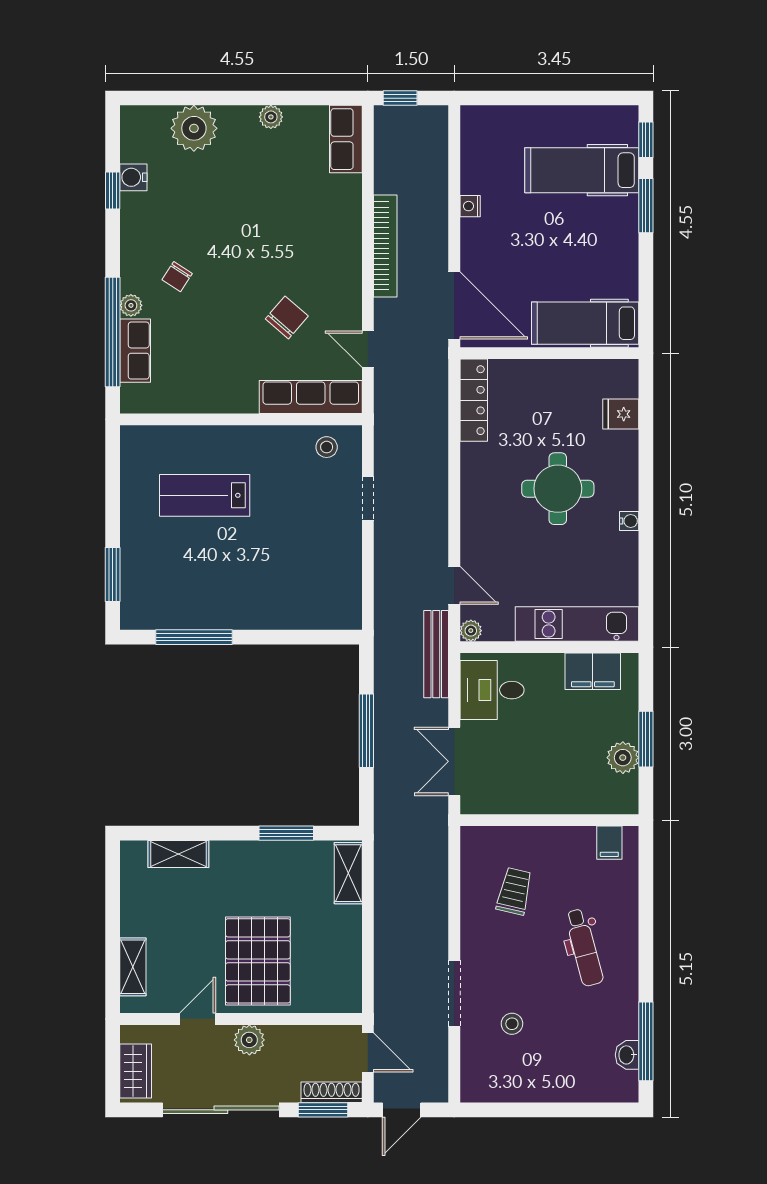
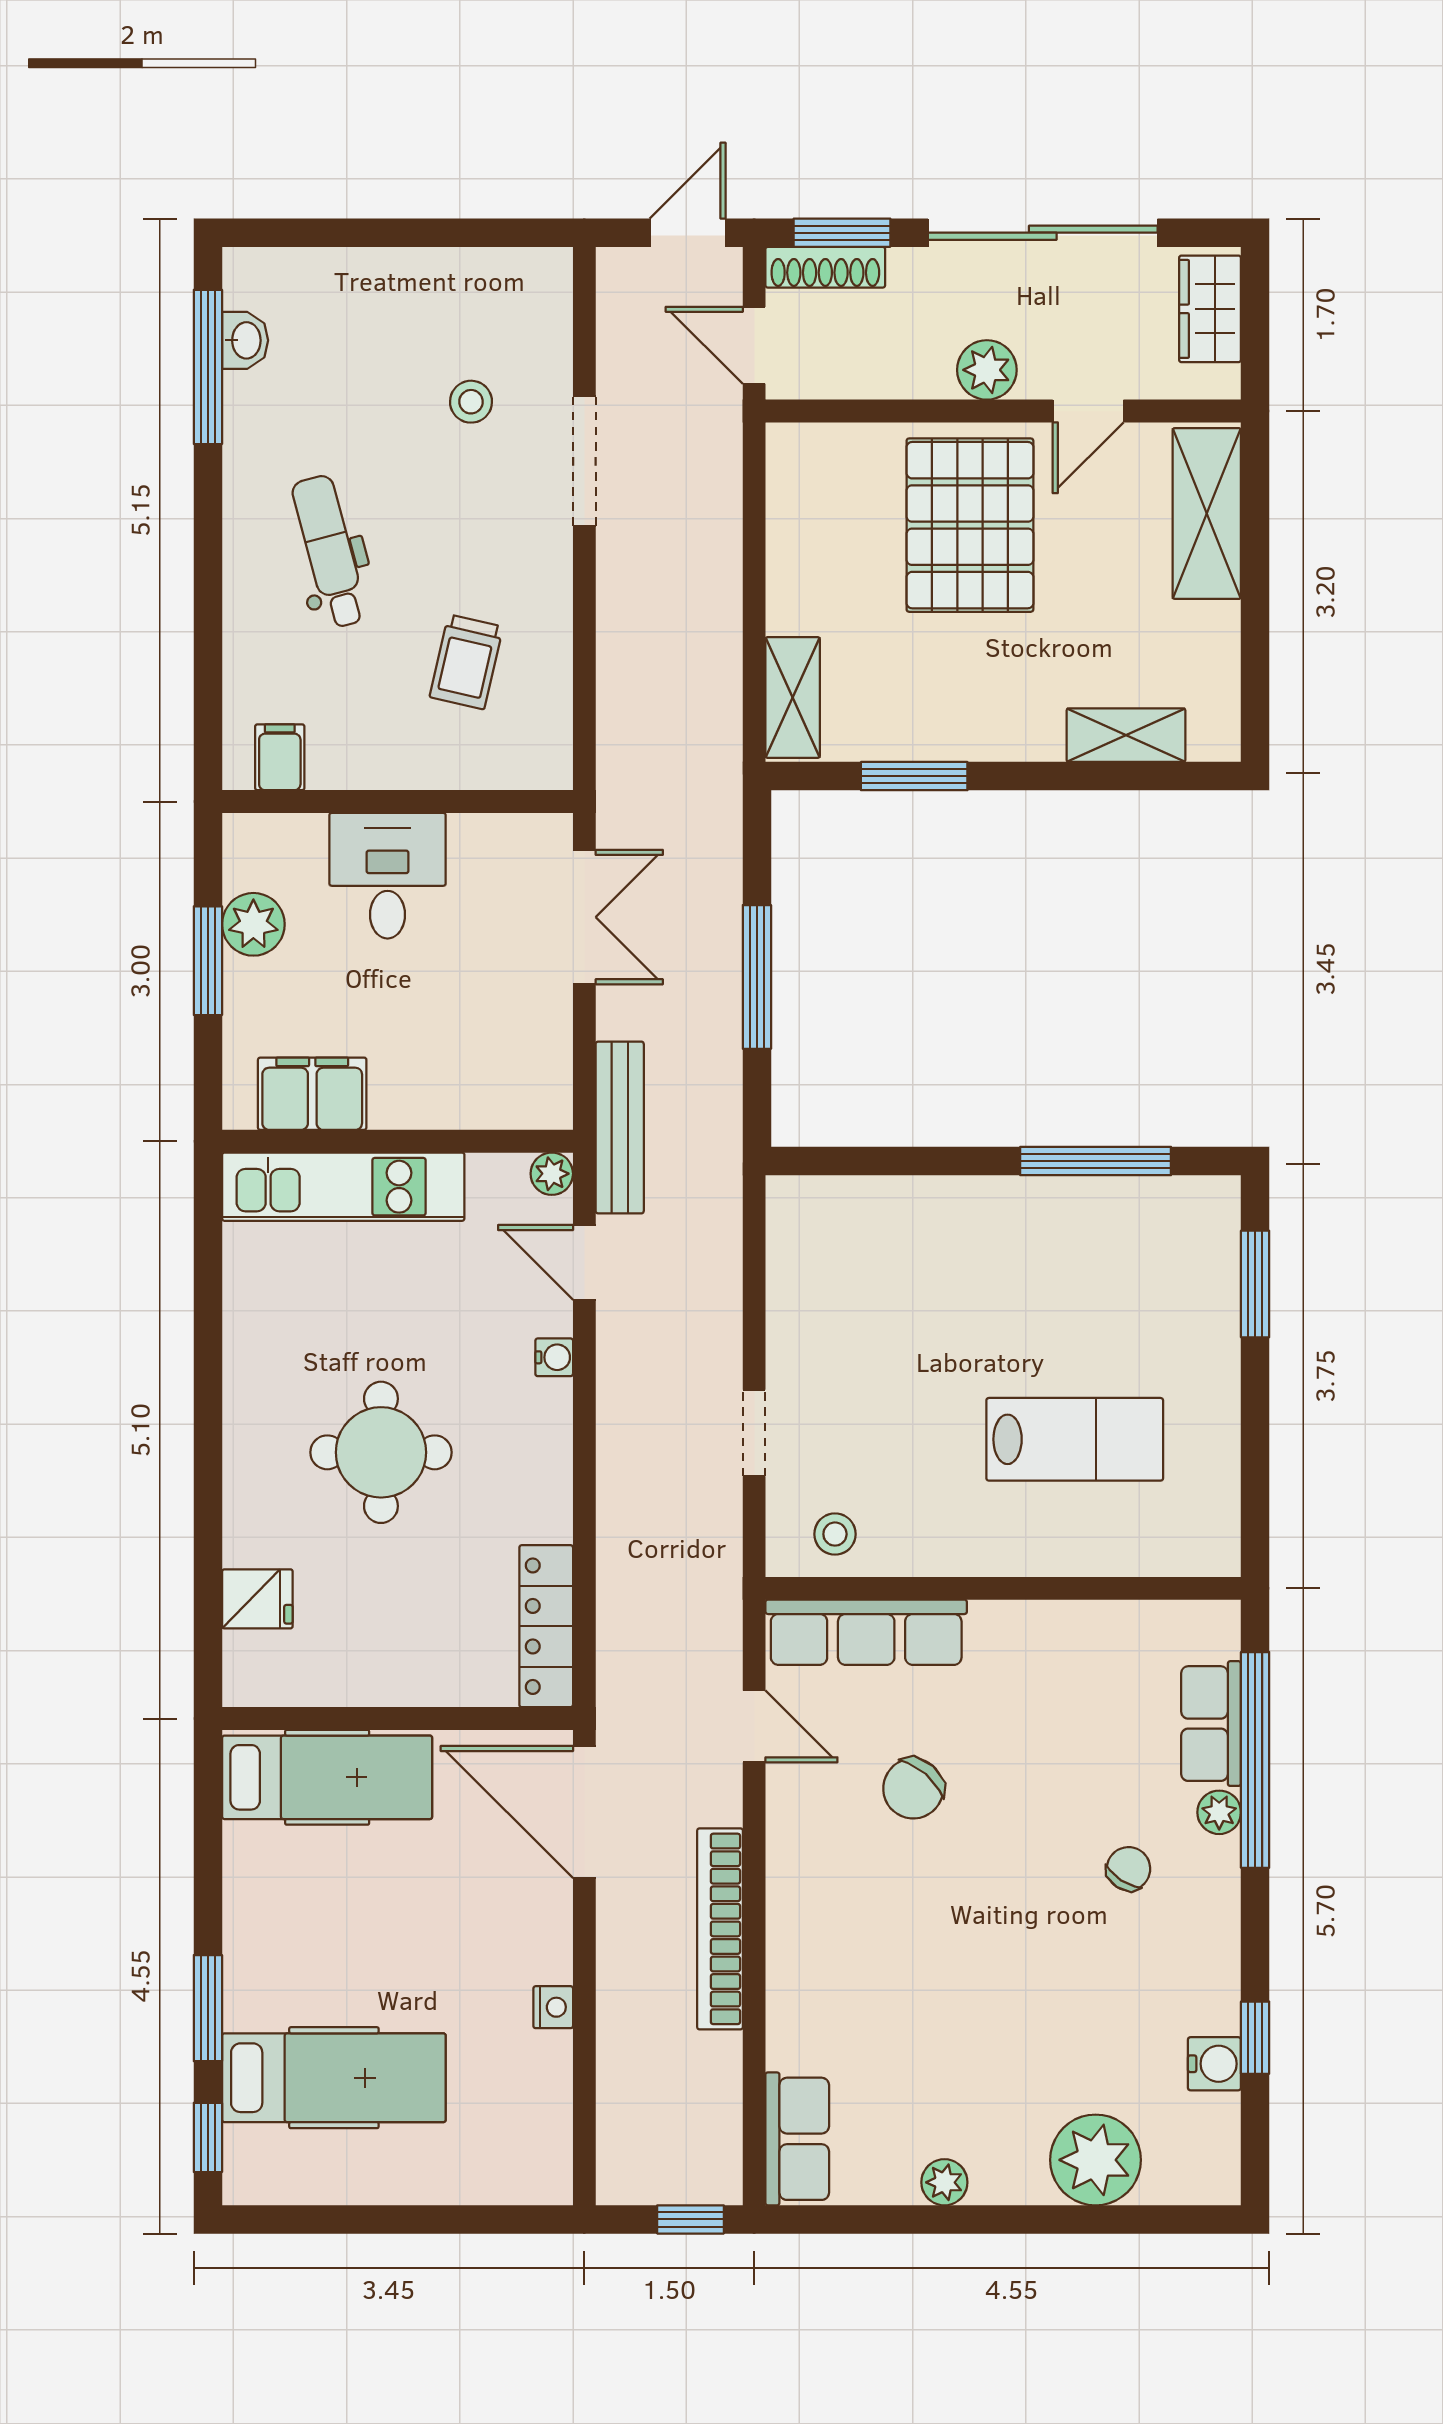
water cooler: (629, 521) -> (554, 1357), moved, turned 180
desk: (492, 690) -> (388, 876), moved, turned -90
shelving: (133, 967) -> (1207, 514), width x1.50, depth x1.33

